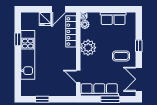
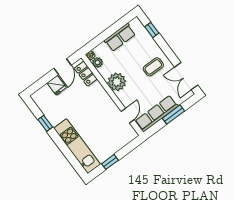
locker: (71, 31) -> (86, 74), width x0.66
window: (139, 46) -> (152, 30), moved
kitchen unit: (28, 55) -> (77, 146), moved
door: (78, 76) -> (128, 116), swing flipped

